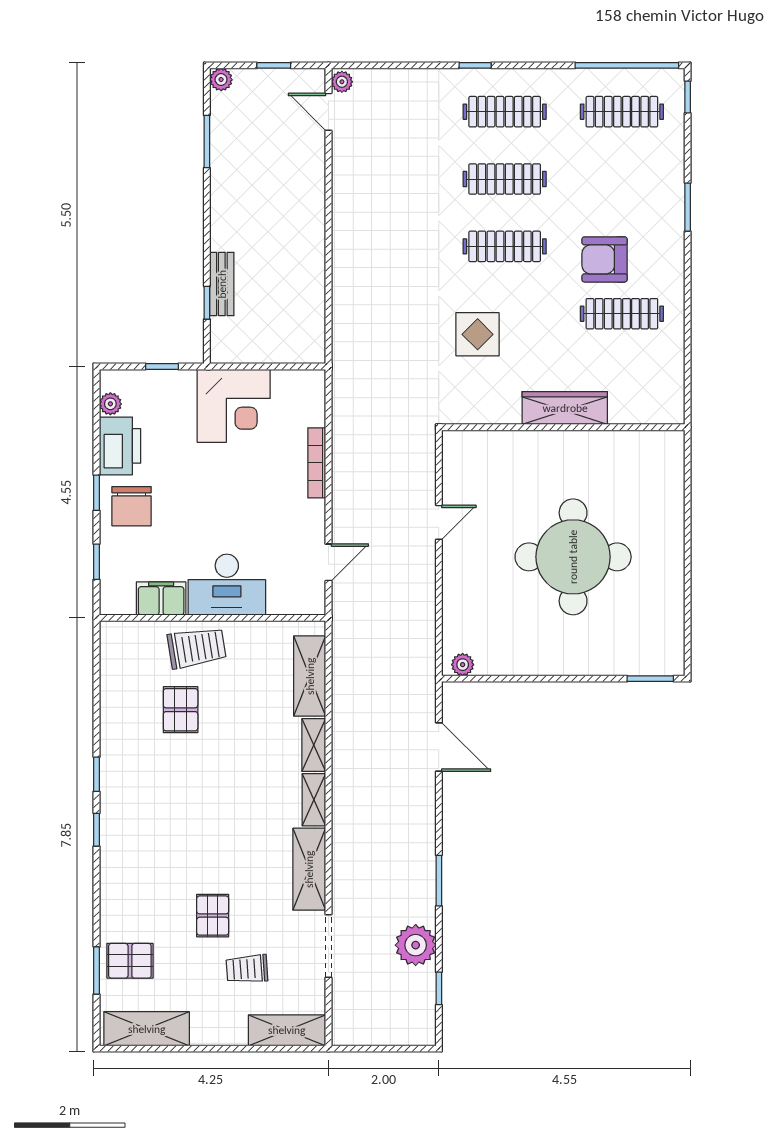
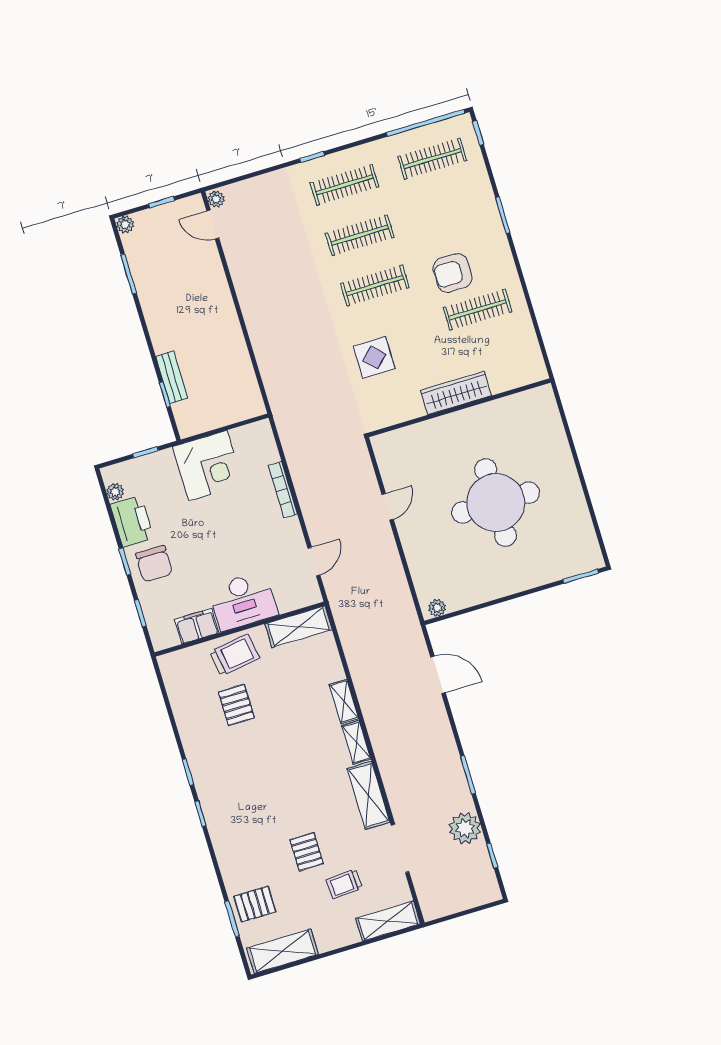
shelving: (310, 676) -> (299, 627), moved, turned 90

